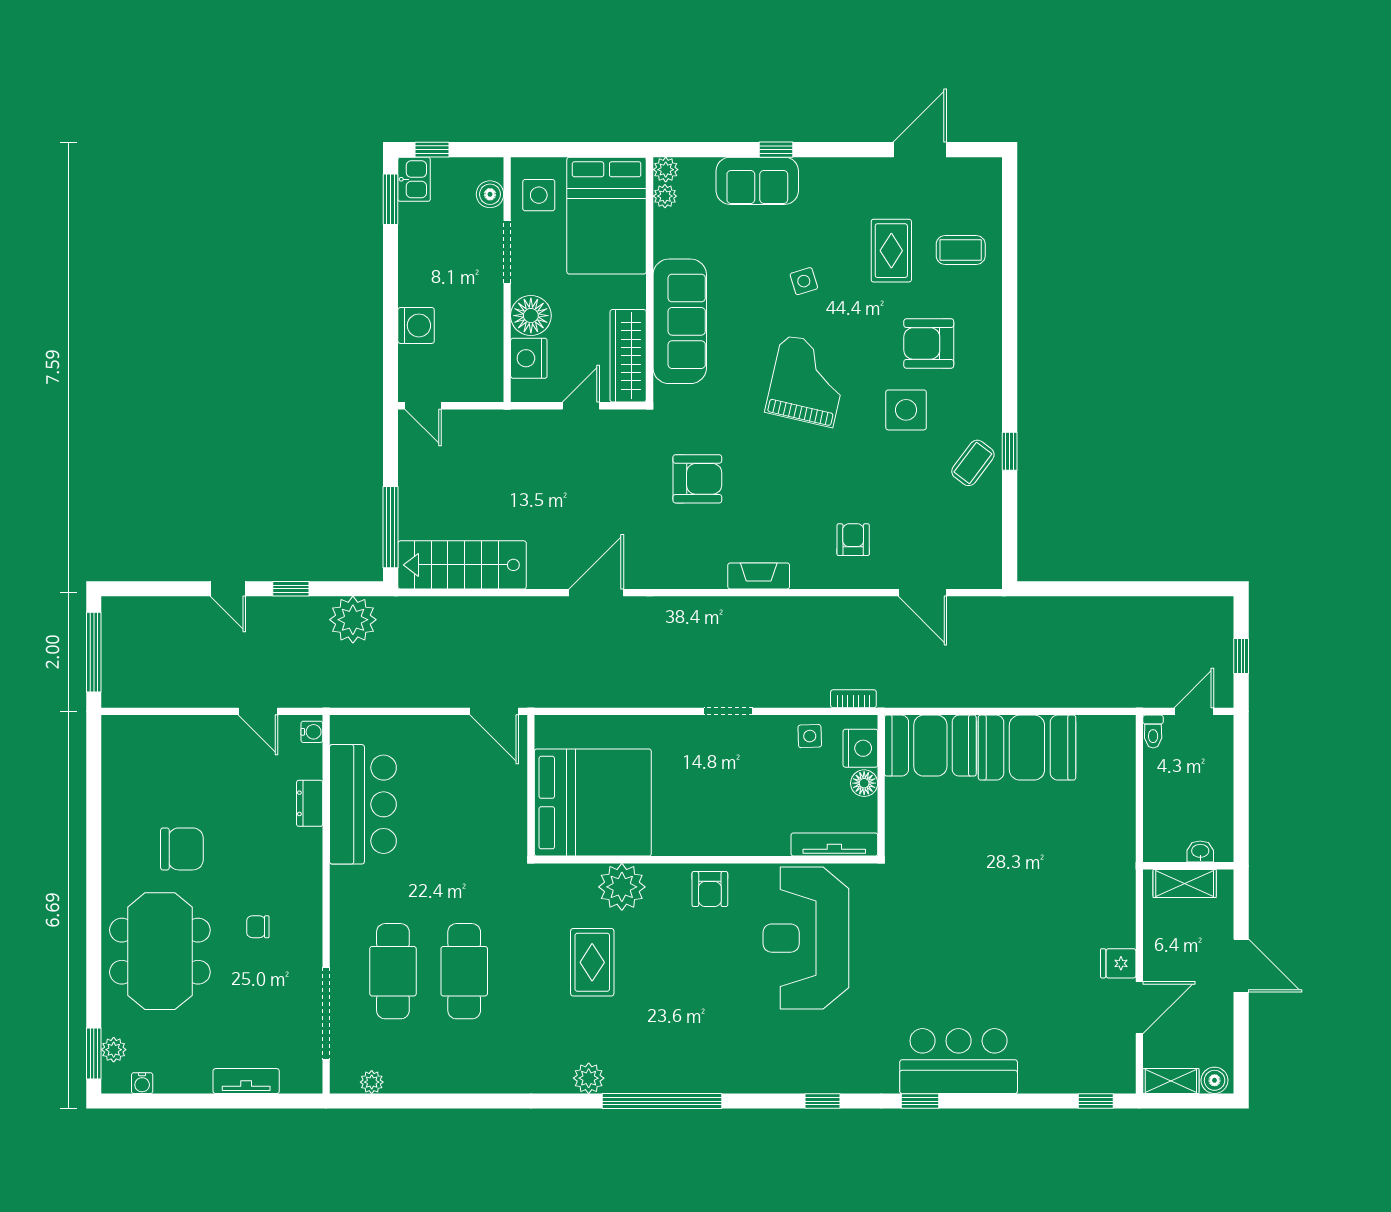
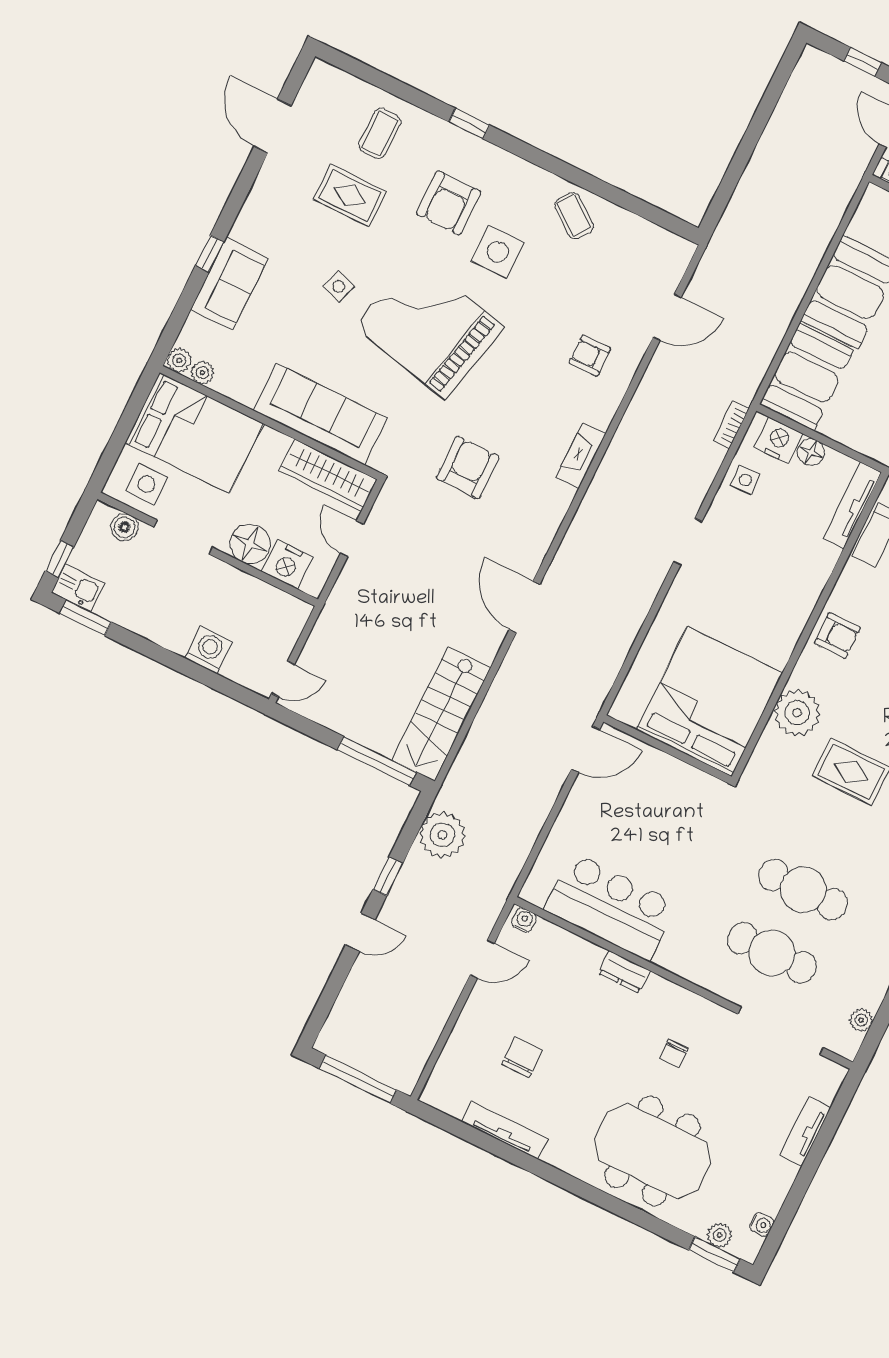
side table: (804, 281) -> (339, 286), turned 35
grand piano: (808, 381) -> (429, 327), width x1.37, depth x1.48
window: (1010, 451) -> (469, 124), moved
dresser: (310, 803) -> (624, 972), moved
tv unit: (113, 808) -> (505, 1130), added
chair: (182, 849) -> (522, 1057), moved, width x0.73, depth x0.73

